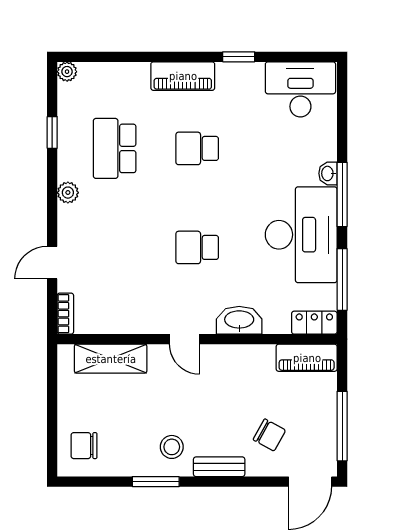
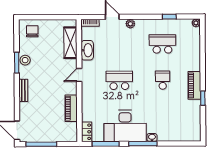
piano: (183, 76) -> (194, 85), moved
desk: (300, 89) -> (189, 125), removed
plant: (68, 193) -> (130, 24), moved
school desk: (197, 247) -> (119, 80), width x1.85
washbasin: (239, 320) -> (87, 50), moved
piano: (307, 358) -> (71, 108), moved
chair: (269, 435) -> (37, 112), removed
stool: (172, 447) -> (25, 60), moved

